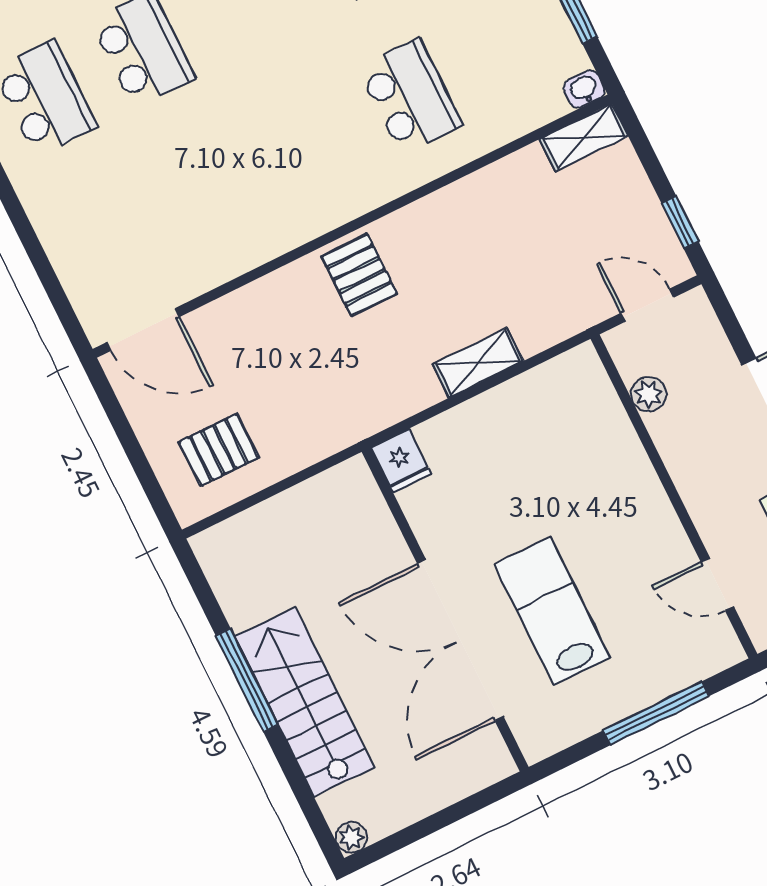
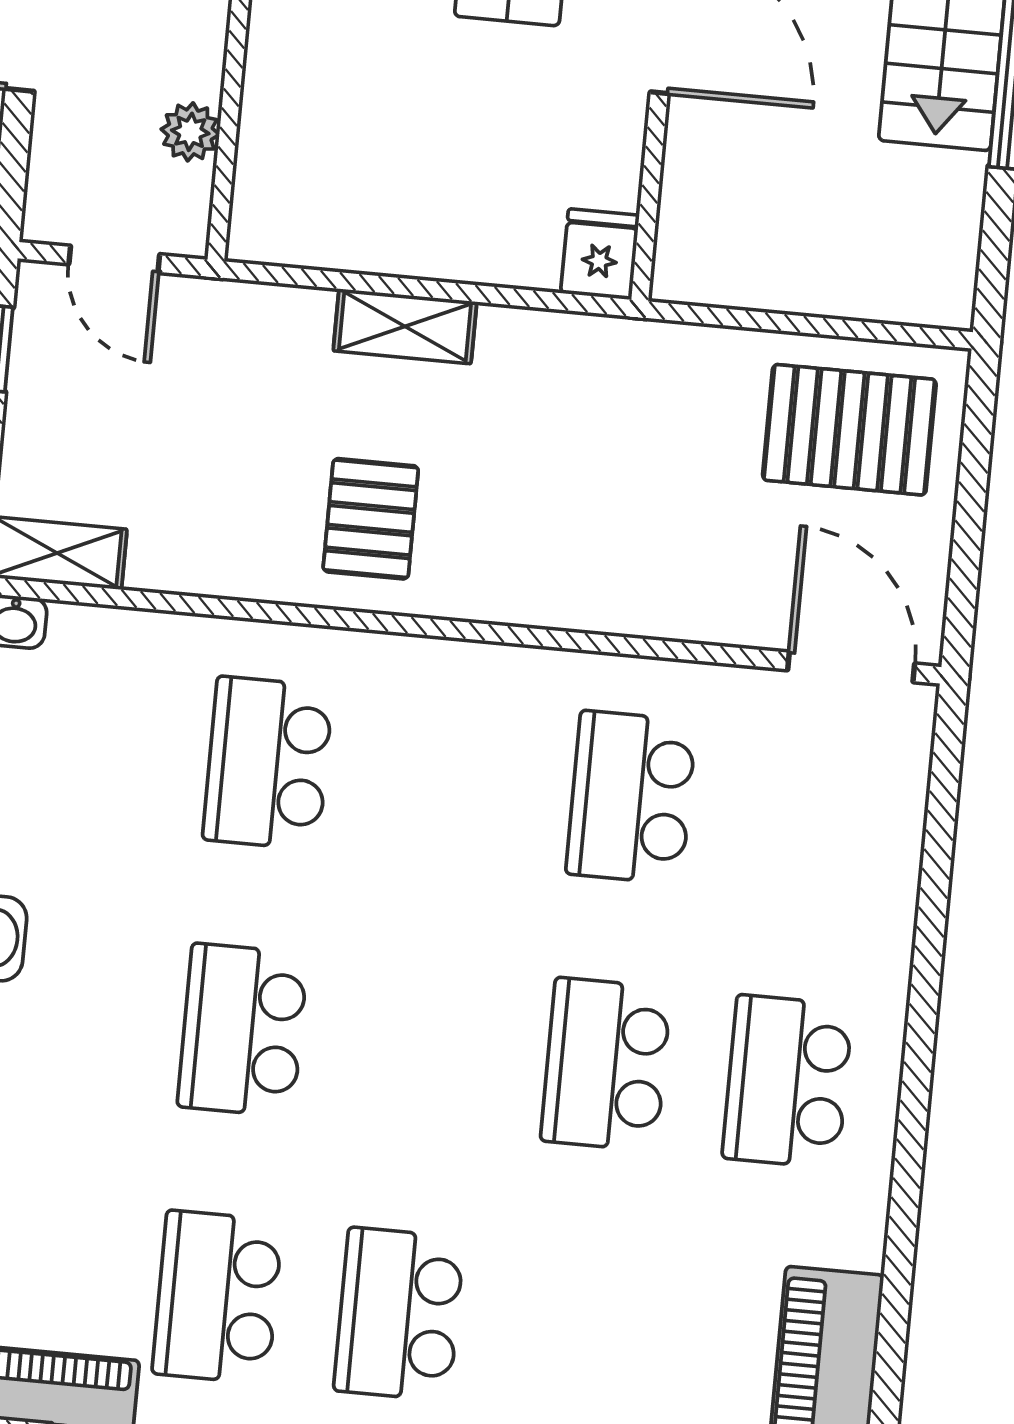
school desk: (214, 194) -> (631, 797), added
pallet: (359, 275) -> (371, 519), moved
pallet: (219, 450) -> (849, 430), width x1.50, depth x1.42

